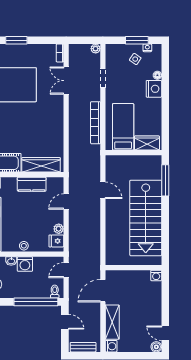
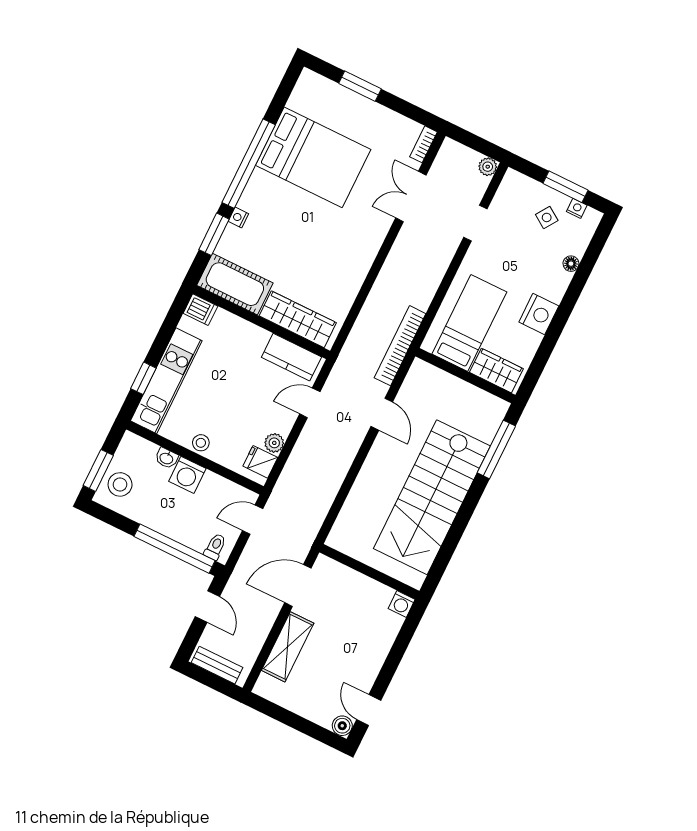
nightstand: (154, 89) -> (539, 314), moved
bookcase: (96, 123) -> (400, 346), moved
kitchen counter: (32, 184) -> (291, 357), moved
washing machine: (111, 346) -> (266, 687), removed

